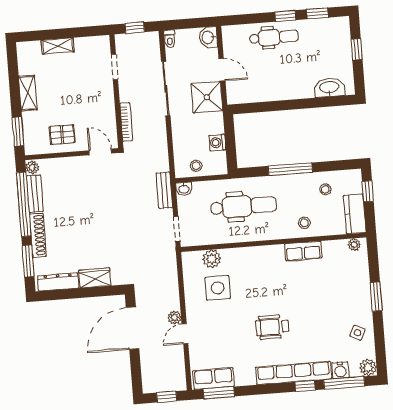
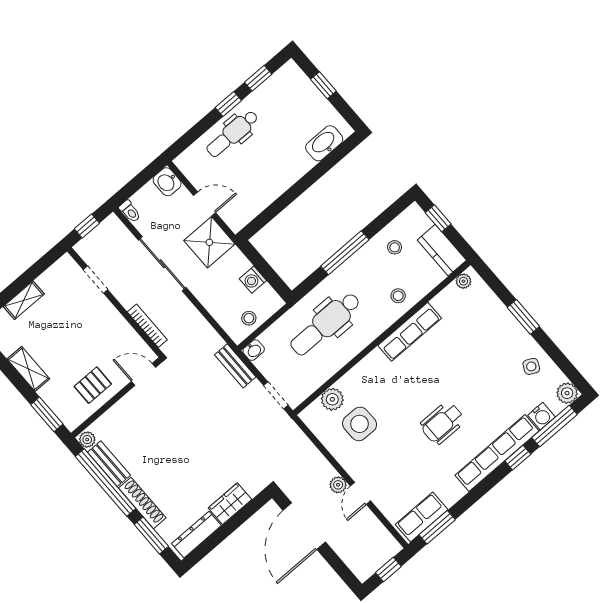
dental chair: (274, 37) -> (232, 134), turned 180
dental chair: (243, 206) -> (325, 324), turned 180
row of seats: (303, 251) -> (410, 332), width x1.48

